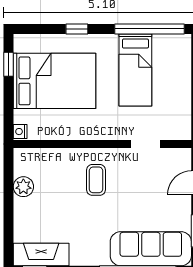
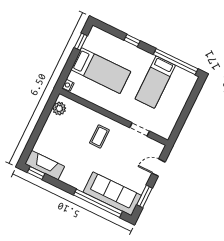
bed: (54, 81) -> (101, 71), width x0.67
plant: (23, 187) -> (59, 109), moved

